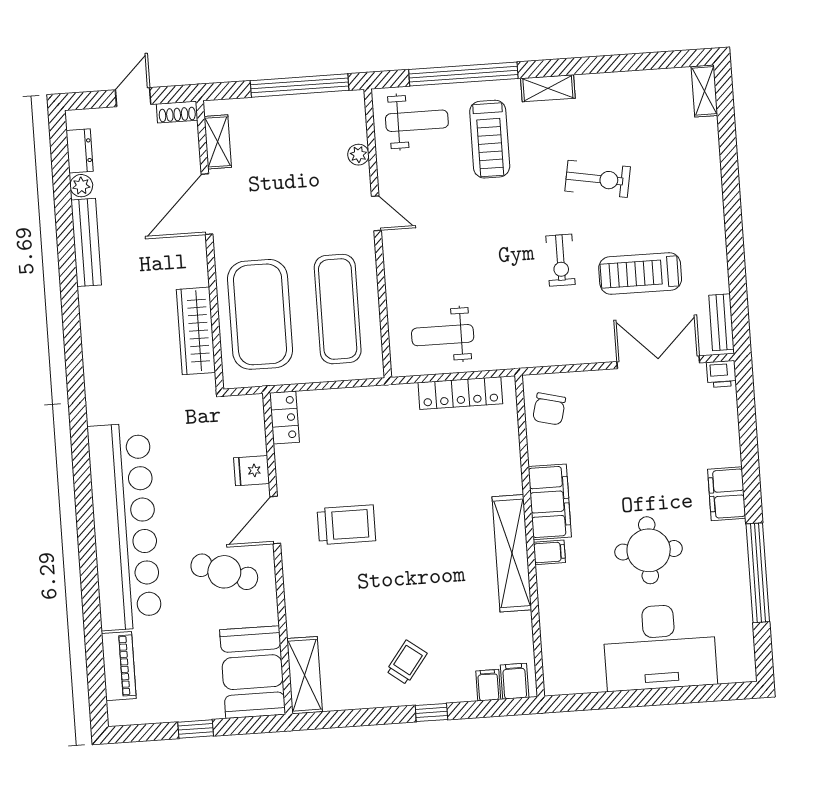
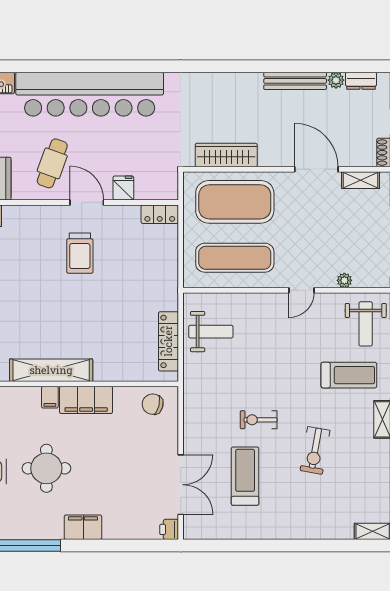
treadmill: (490, 139) -> (349, 375), turned 180
bench: (721, 322) -> (206, 532), removed
weight bench: (443, 335) -> (211, 332), turned 90

